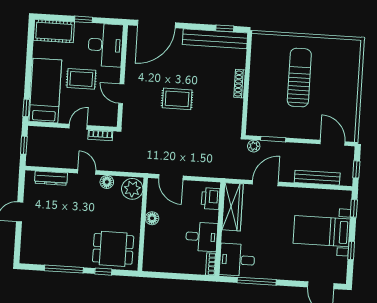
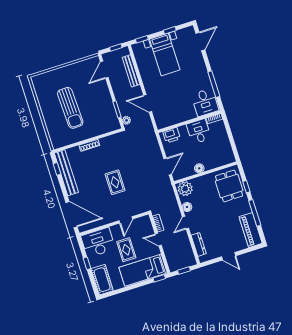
sun lounger: (299, 78) -> (70, 108), turned -92
wardrobe: (232, 207) -> (172, 119), removed
piano: (43, 255) -> (251, 230), added

